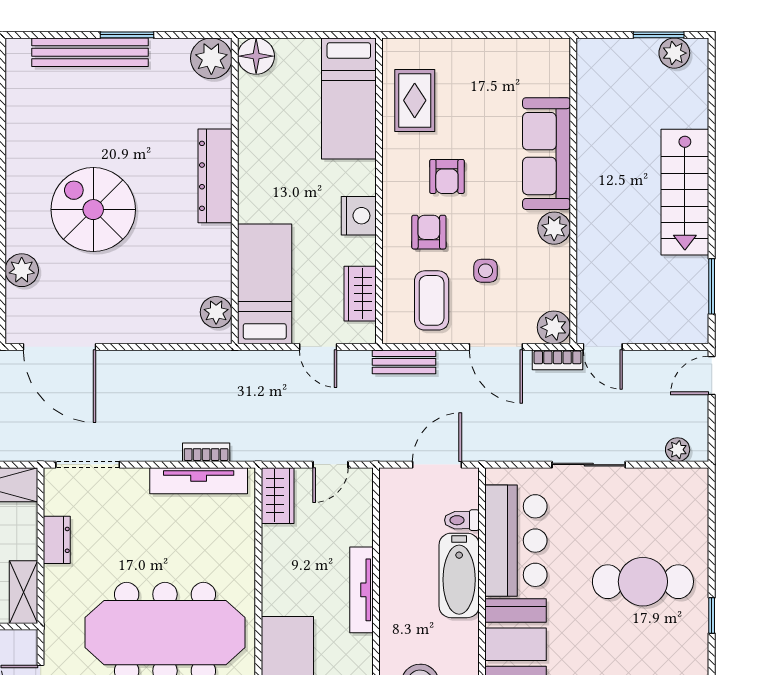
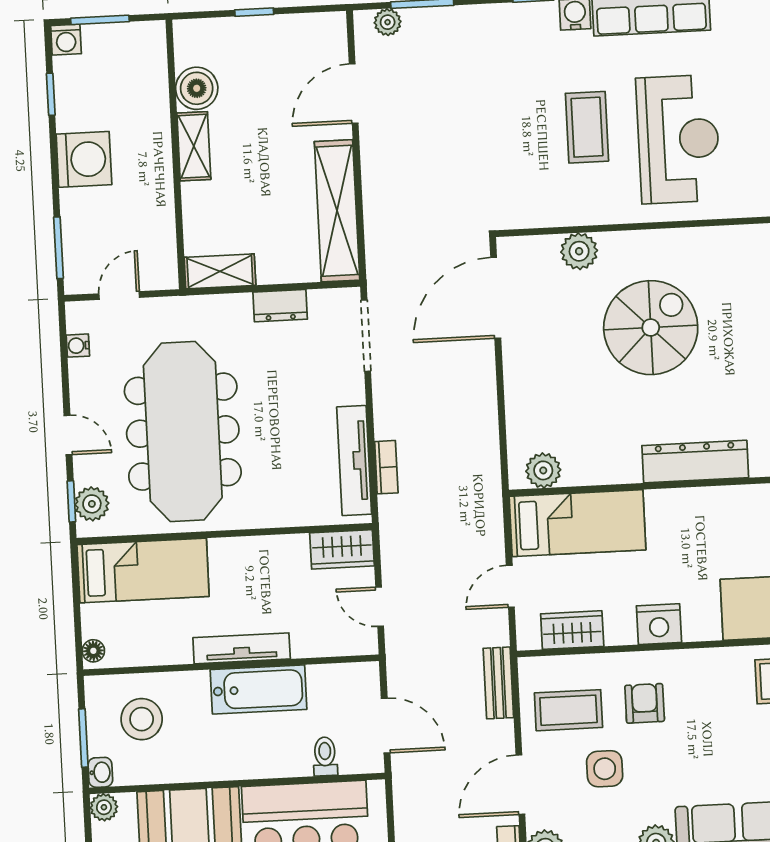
armchair: (447, 176) -> (708, 720), removed
armchair: (429, 232) -> (645, 703), turned -90
side table: (486, 271) -> (605, 769), width x1.37, depth x1.37
bathtub: (459, 575) -> (259, 689), moved, turned 180

